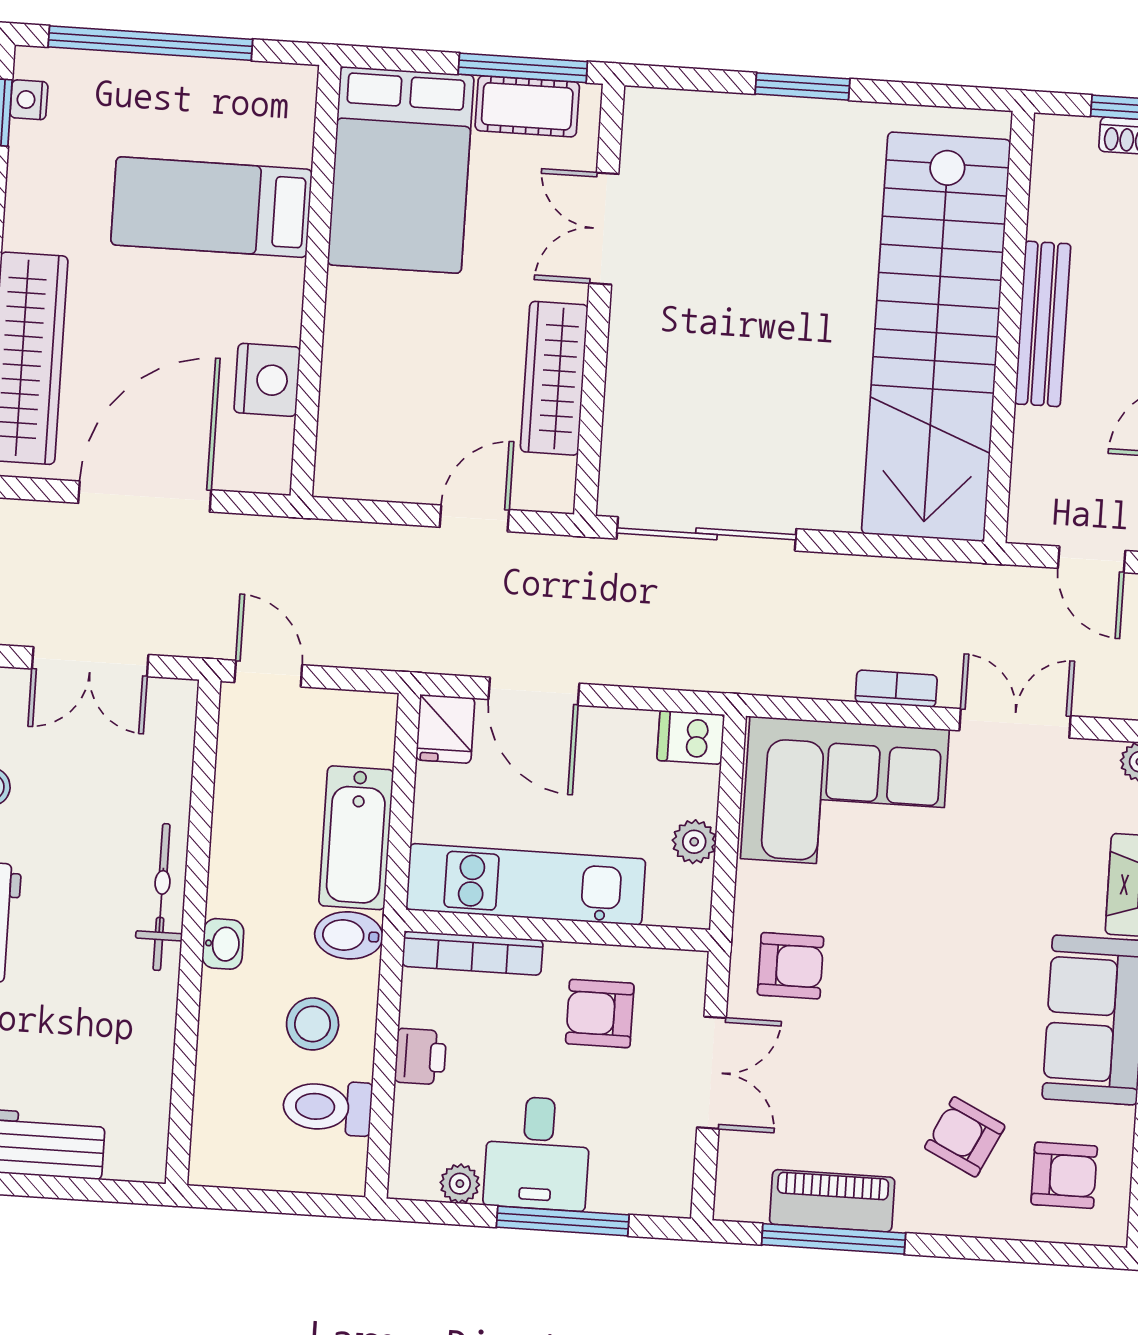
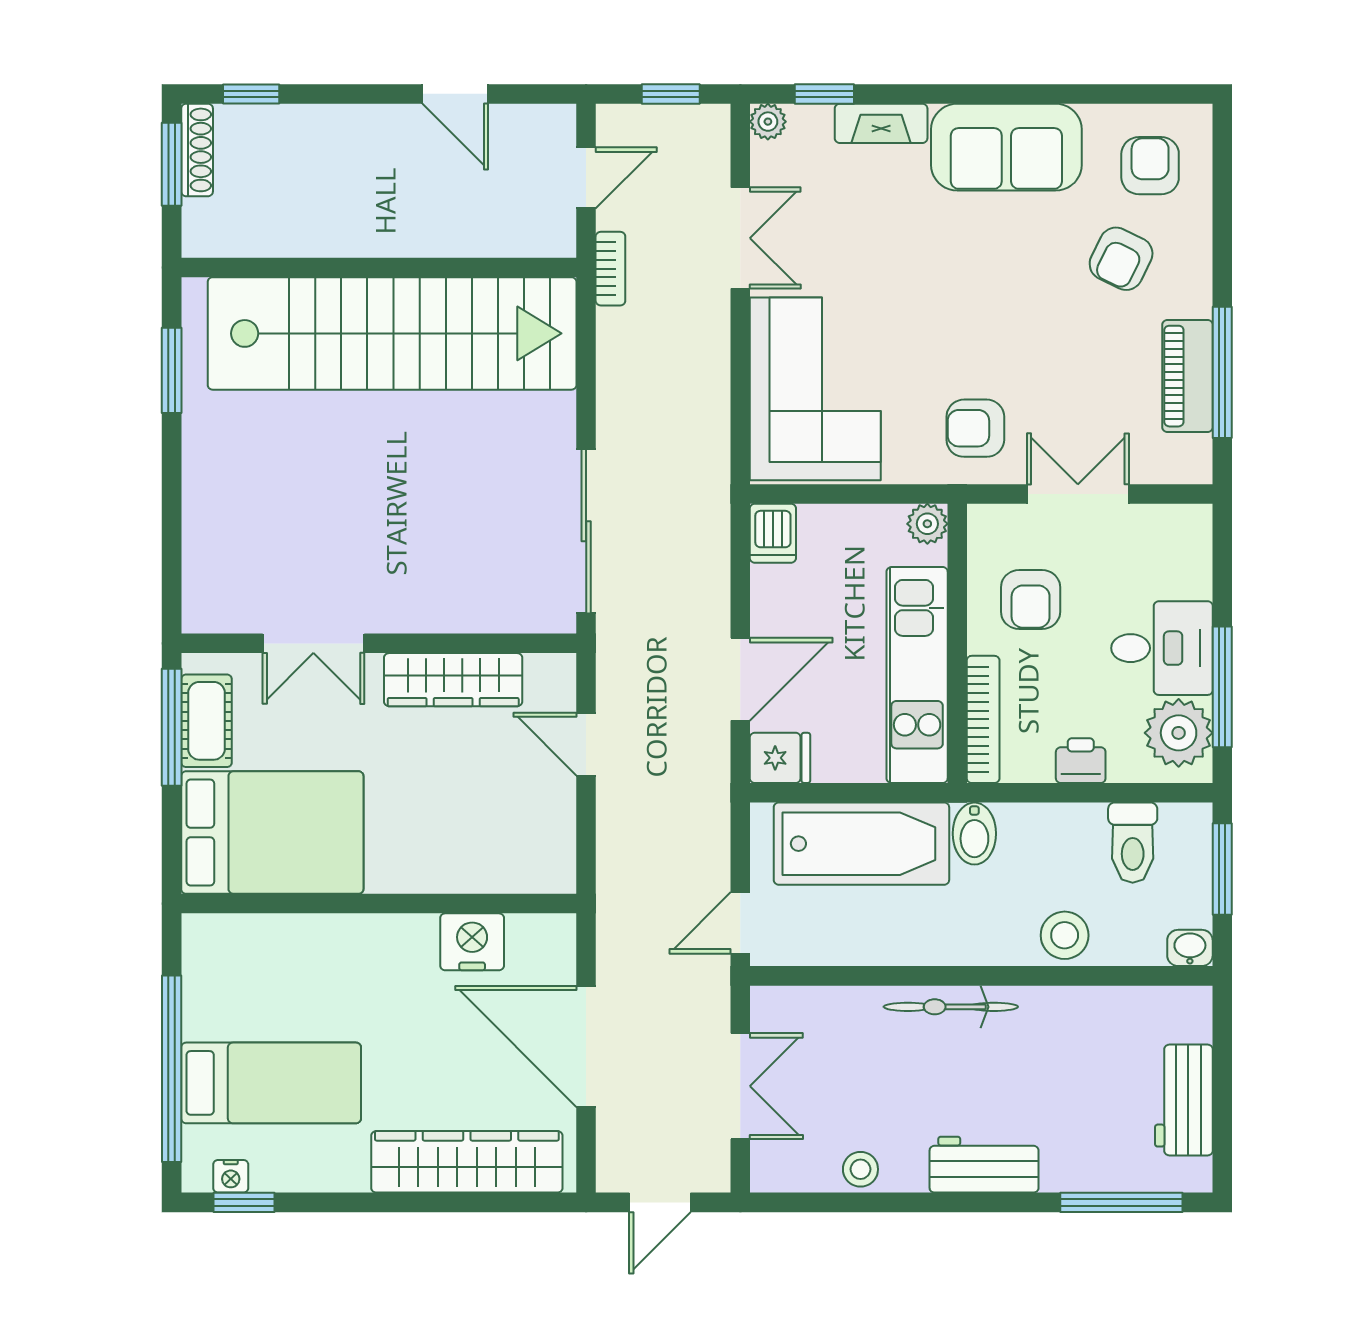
window: (803, 86) -> (172, 370), moved
bed: (211, 207) -> (271, 1083), moved, turned -90
bench: (1043, 324) -> (374, 237), removed
bookcase: (896, 689) -> (610, 269), moved, turned 180
double door: (1015, 723) -> (740, 238), swing flipped
bathtub: (356, 838) -> (861, 844), width x1.36, depth x1.36
plant: (694, 842) -> (927, 524), moved
washbasin: (223, 944) -> (1190, 948), moved
armchair: (791, 966) -> (975, 428), turned -90
stool: (313, 1024) -> (1065, 935), moved
plant: (460, 1184) -> (1179, 733), width x1.88, depth x1.88
window: (292, 1203) -> (1222, 869), added
window: (563, 1221) -> (1222, 687), moved

